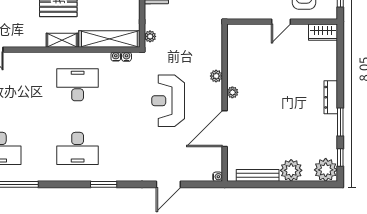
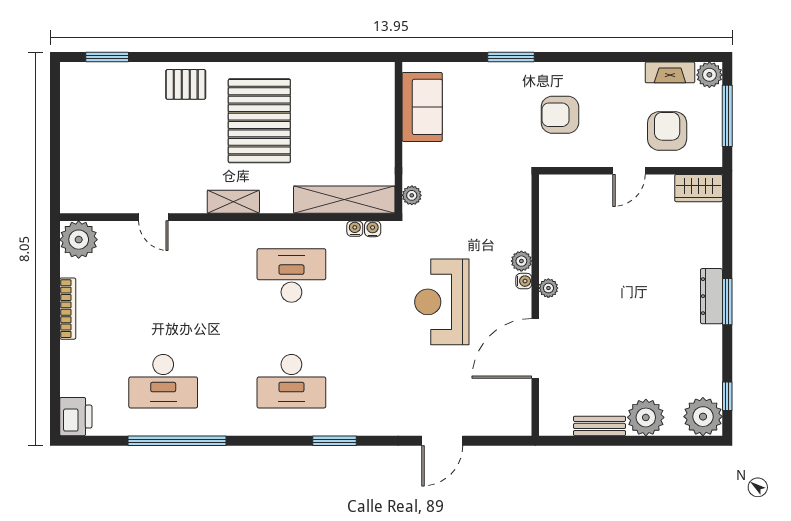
shelving: (62, 40) -> (233, 202), moved
window: (340, 122) -> (727, 302), moved
bench: (258, 175) -> (600, 426), width x0.73
water cooler: (218, 177) -> (524, 281), moved

